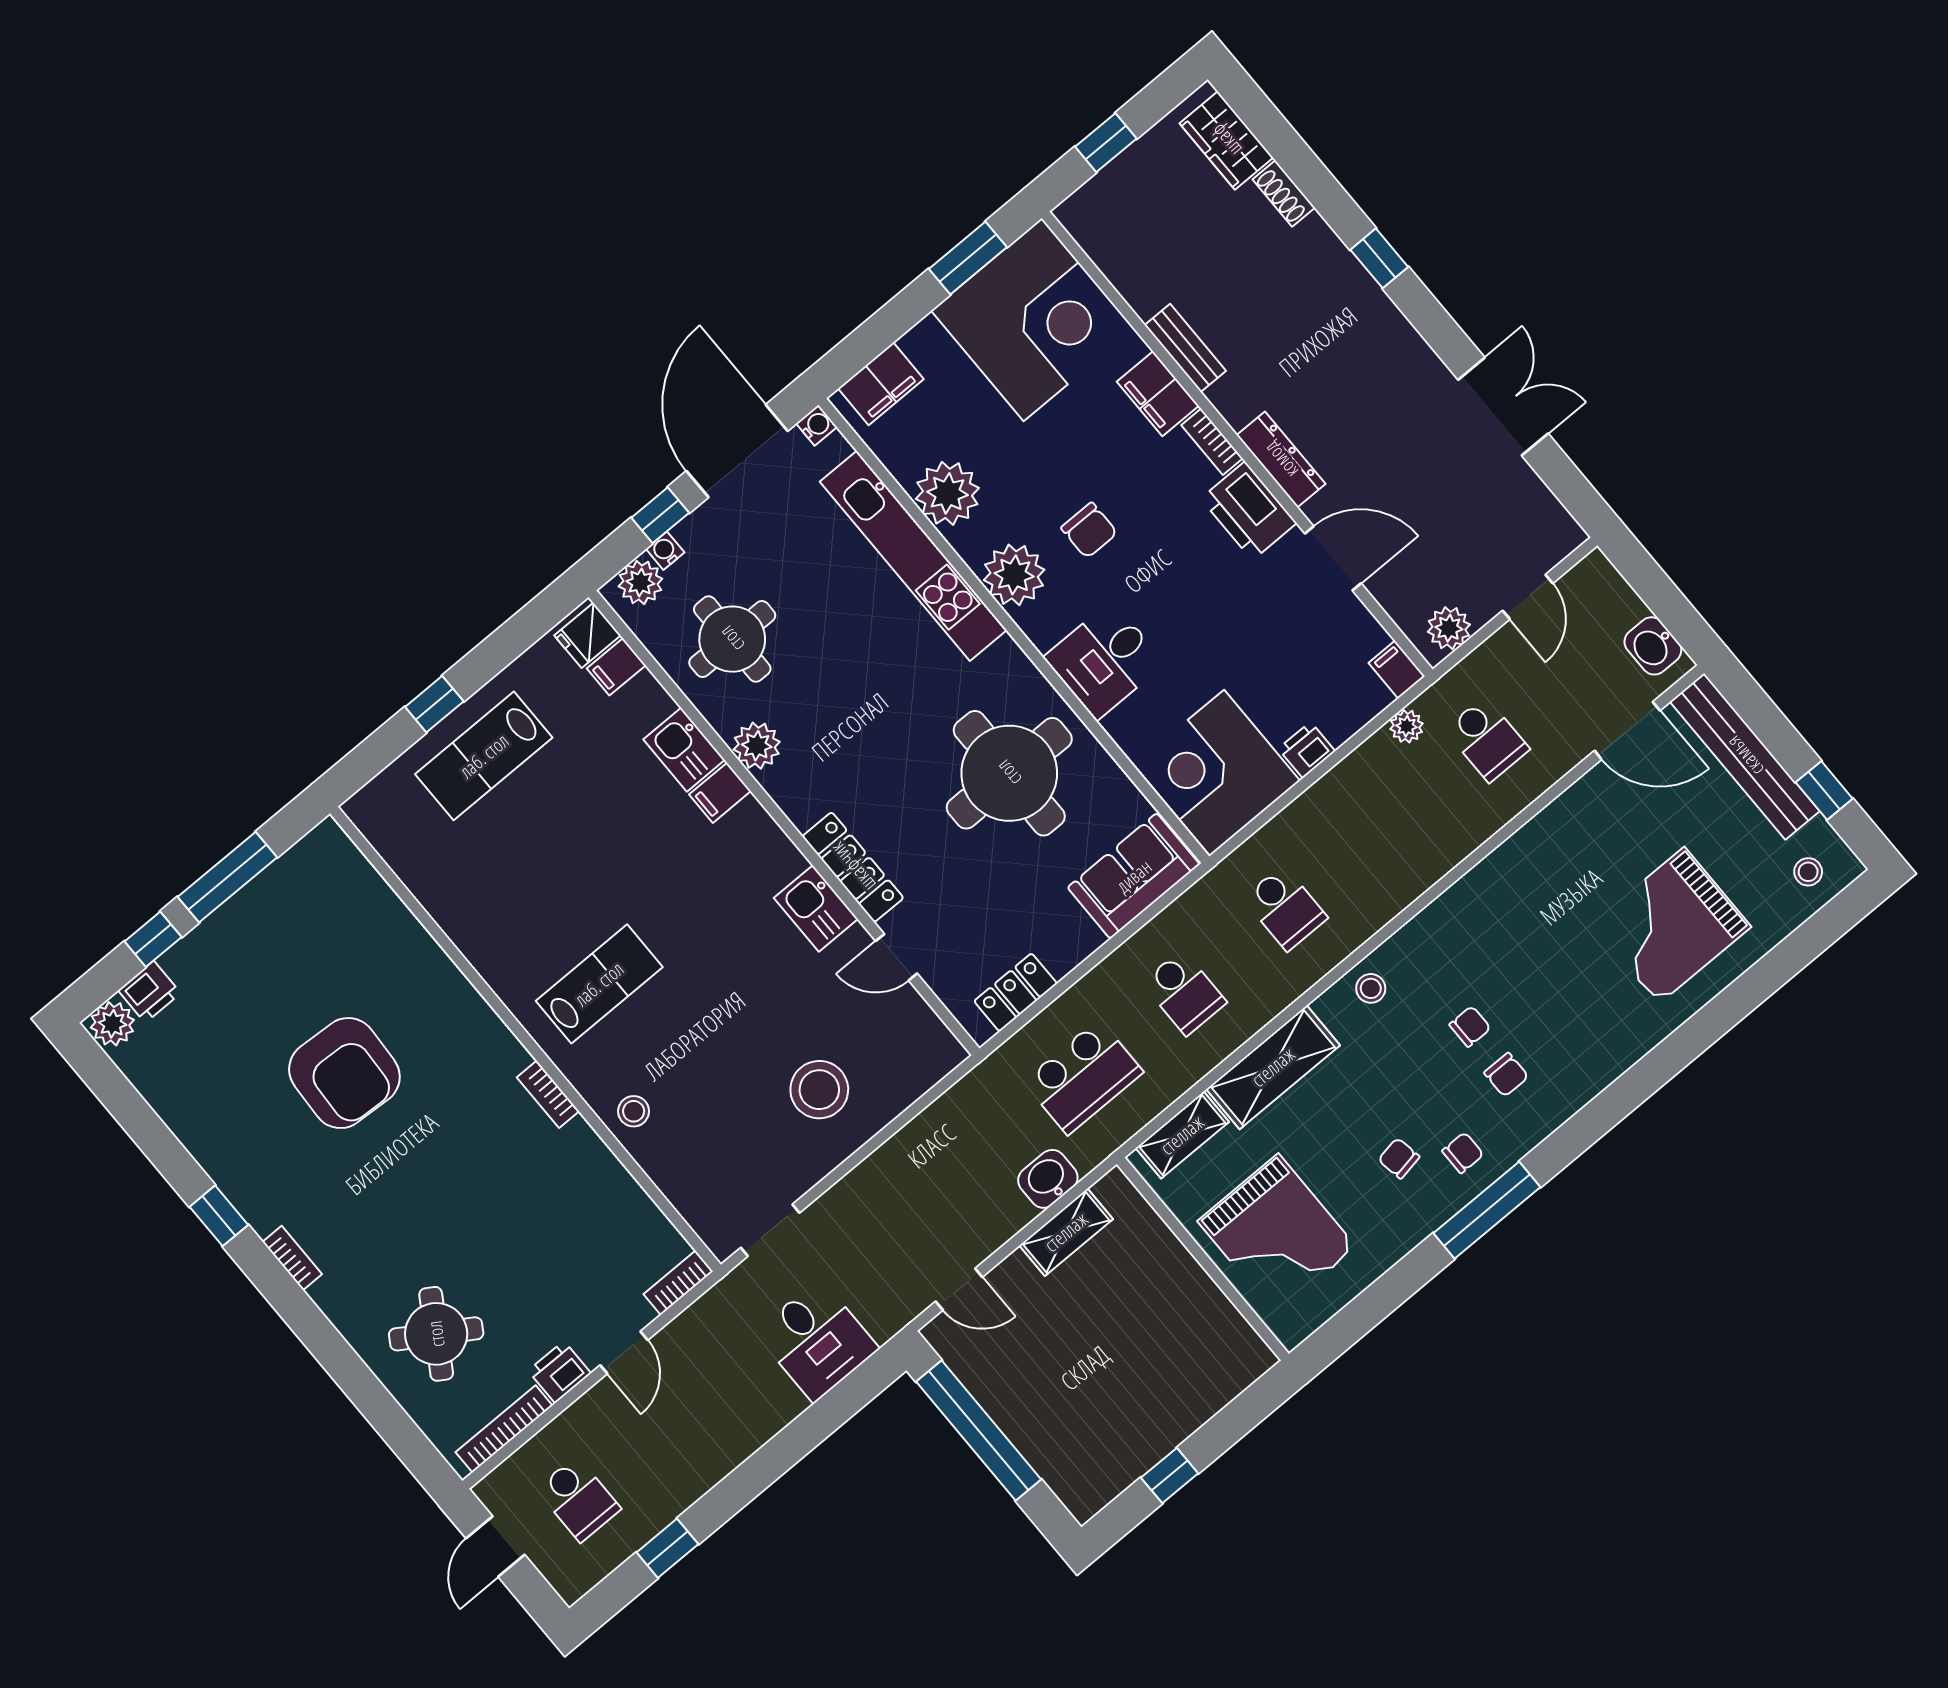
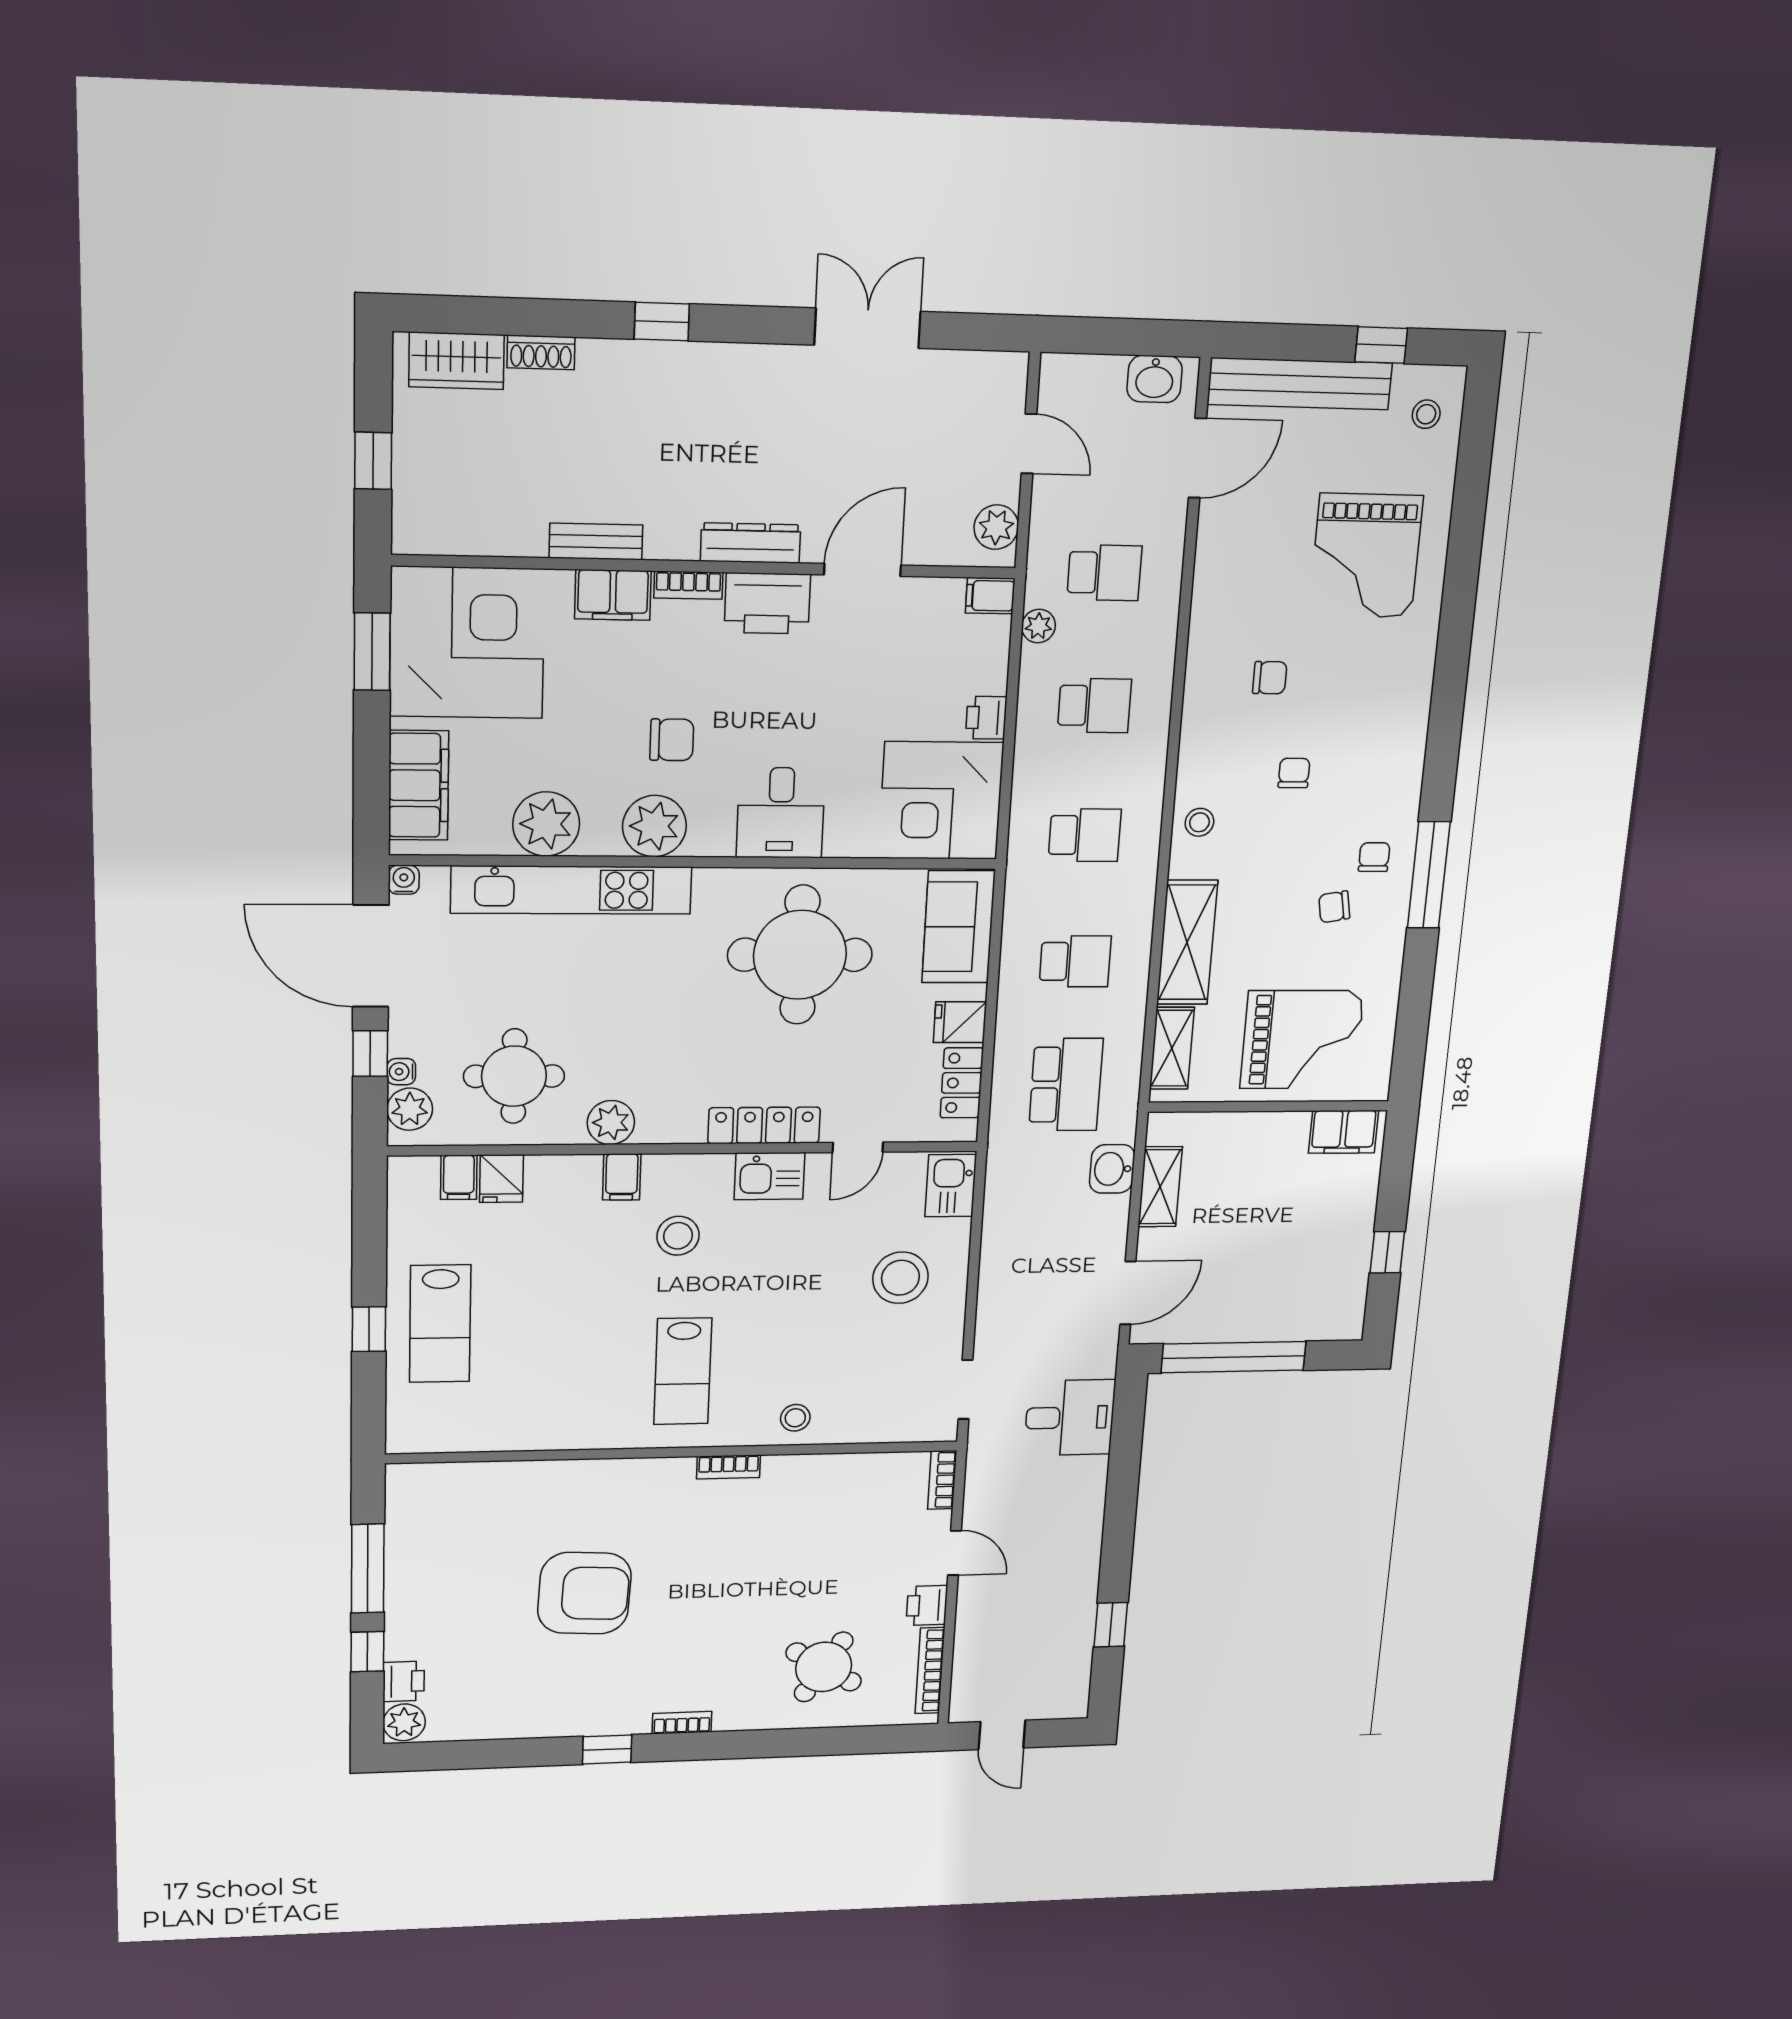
filing cabinet: (881, 384) -> (419, 785), width x1.50, depth x1.17
fridge: (587, 635) -> (501, 1179), moved
kitchen sink: (684, 750) -> (951, 1186), moved, turned 90
stool: (708, 880) -> (678, 1236), added
fridge: (1062, 946) -> (960, 1022), added
lab bench: (599, 984) -> (683, 1371), turned 180
chair: (1506, 1075) -> (1270, 678), moved
door: (959, 1289) -> (1128, 1293), width x1.38
filing cabinet: (1234, 1341) -> (1344, 1132), added
school desk: (578, 1499) -> (1094, 706), moved

